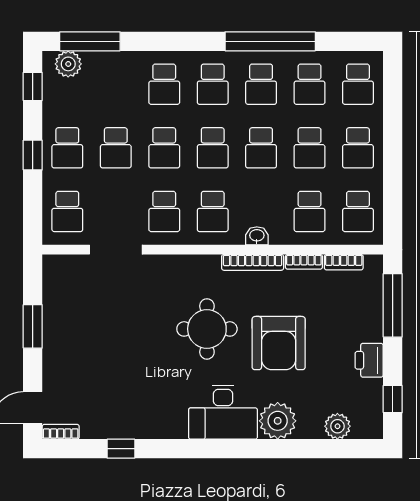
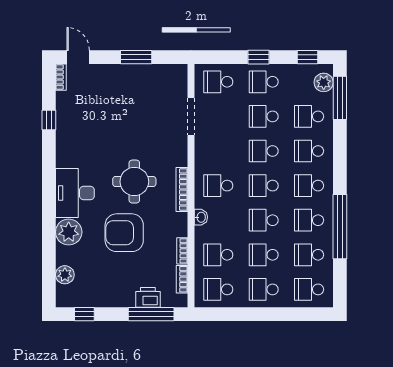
school desk: (164, 211) -> (309, 116), moved
bookcase: (253, 262) -> (182, 190), moved
printer: (369, 360) -> (148, 297), moved

